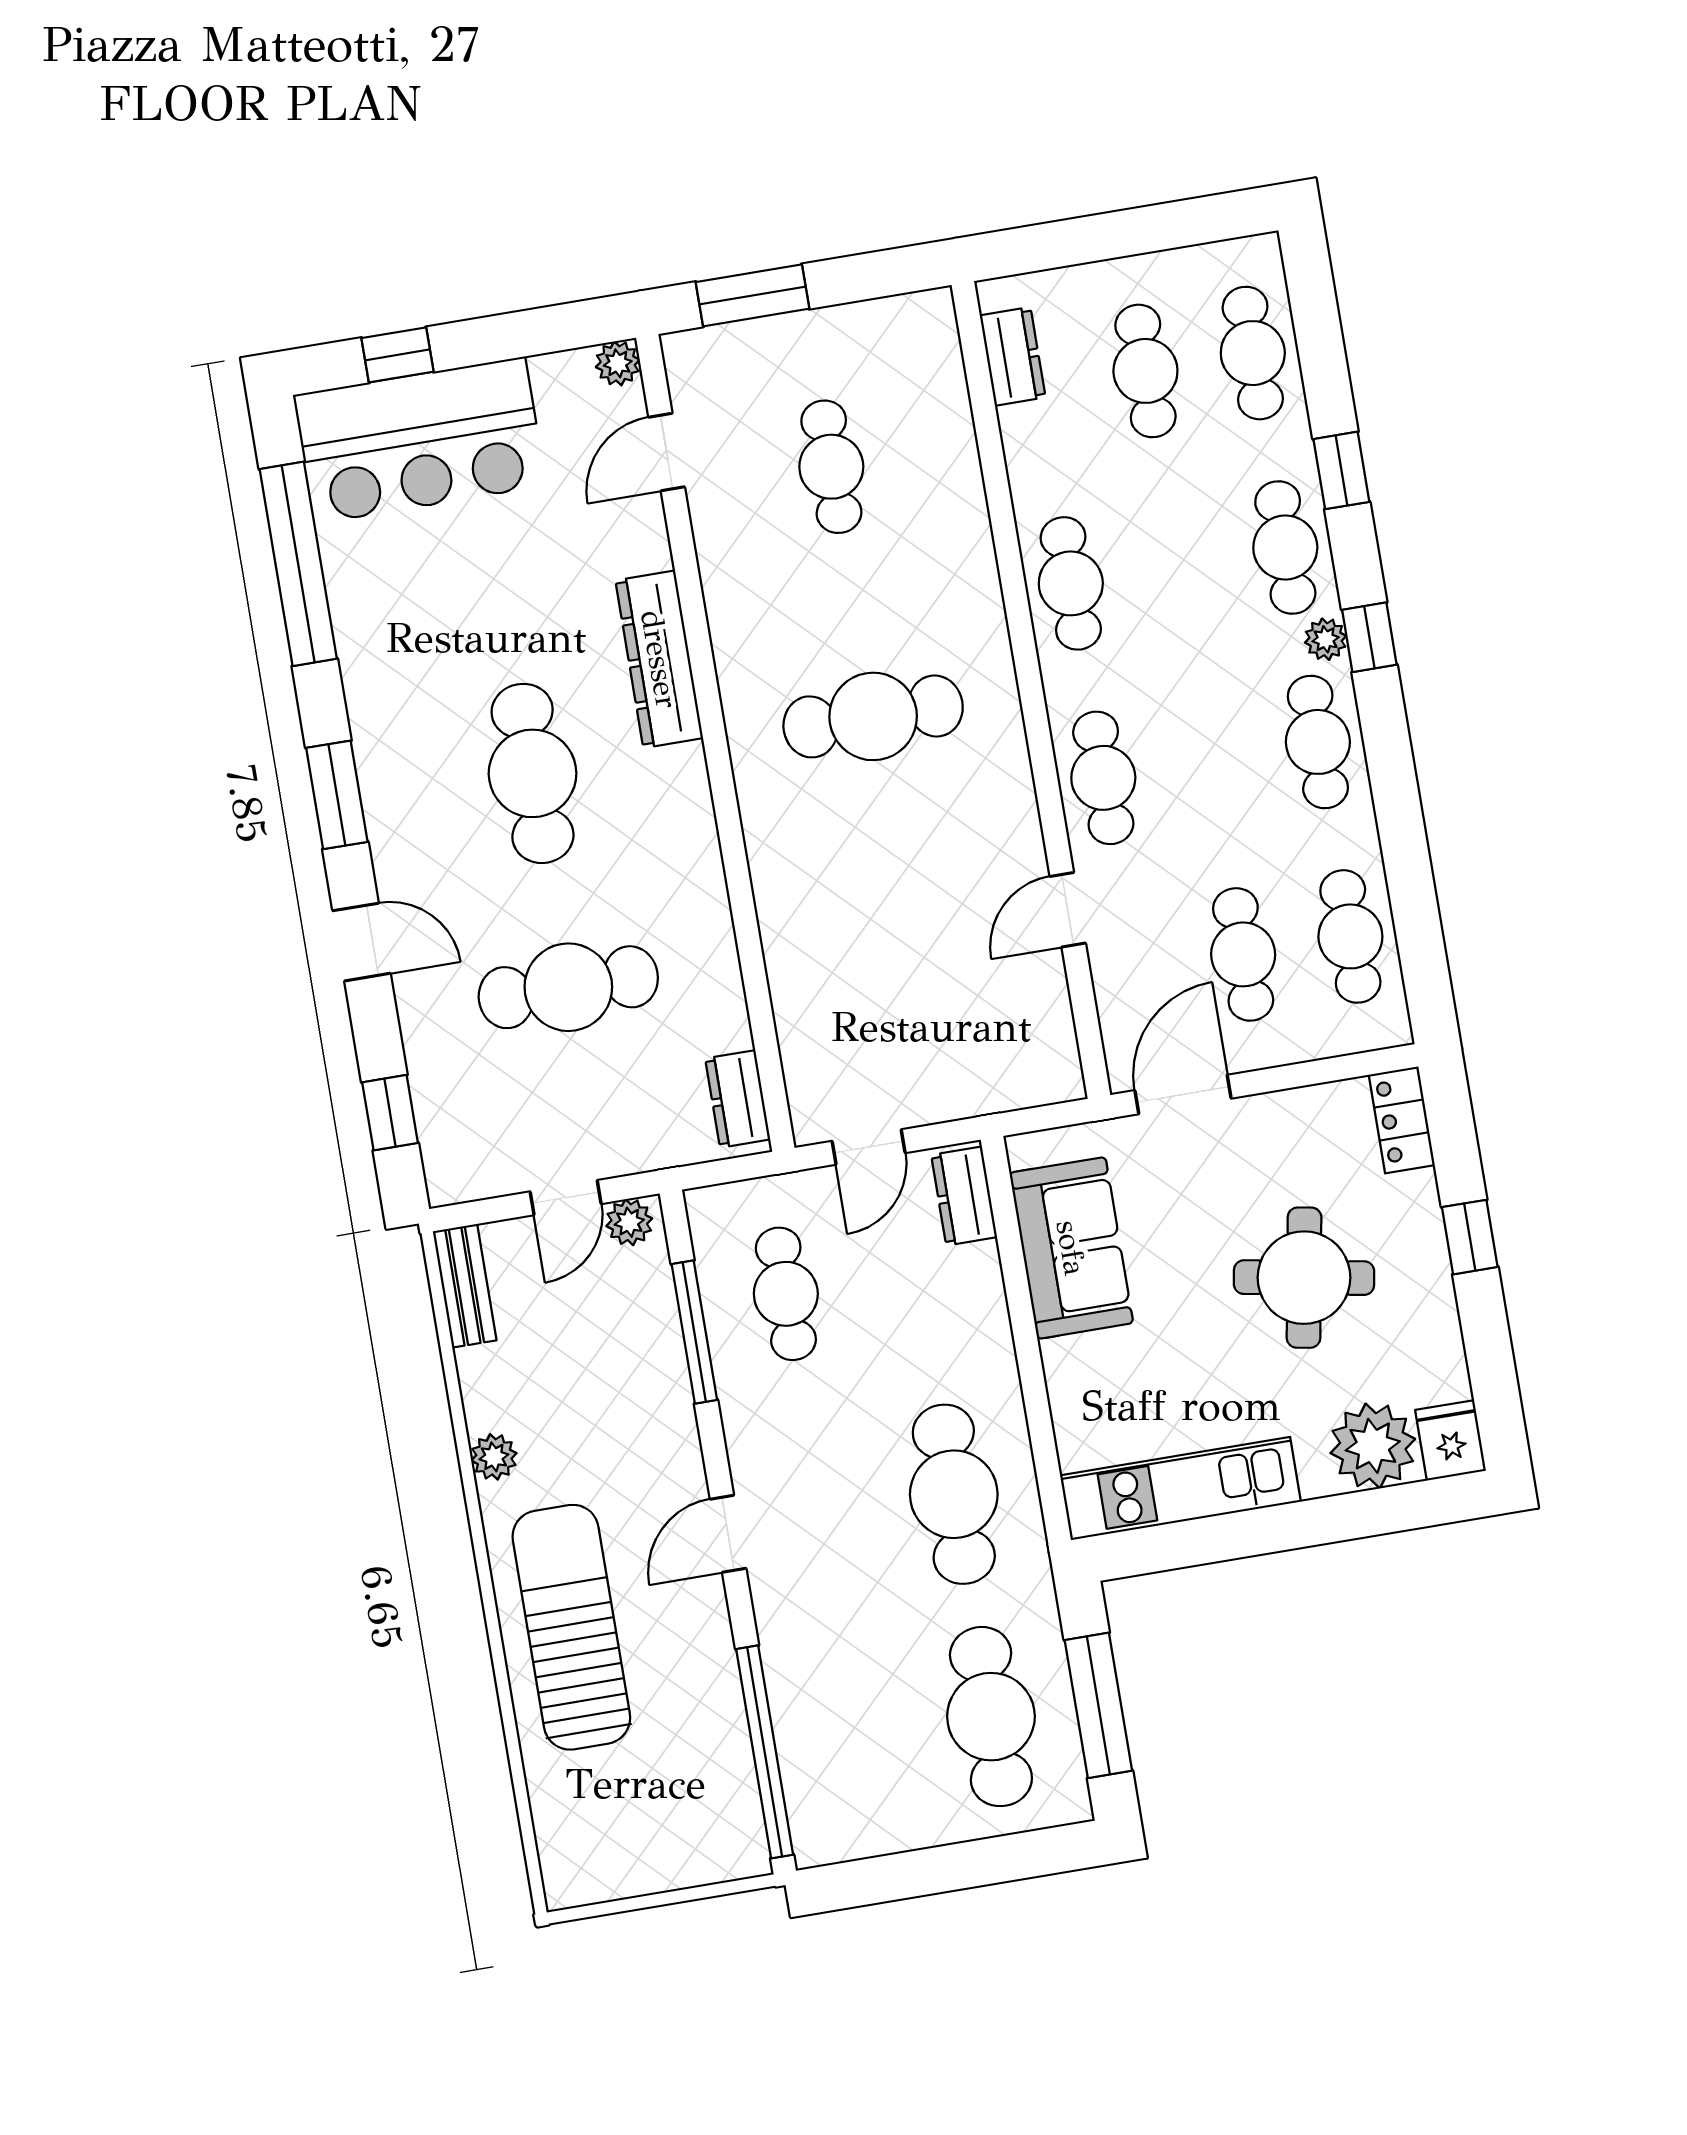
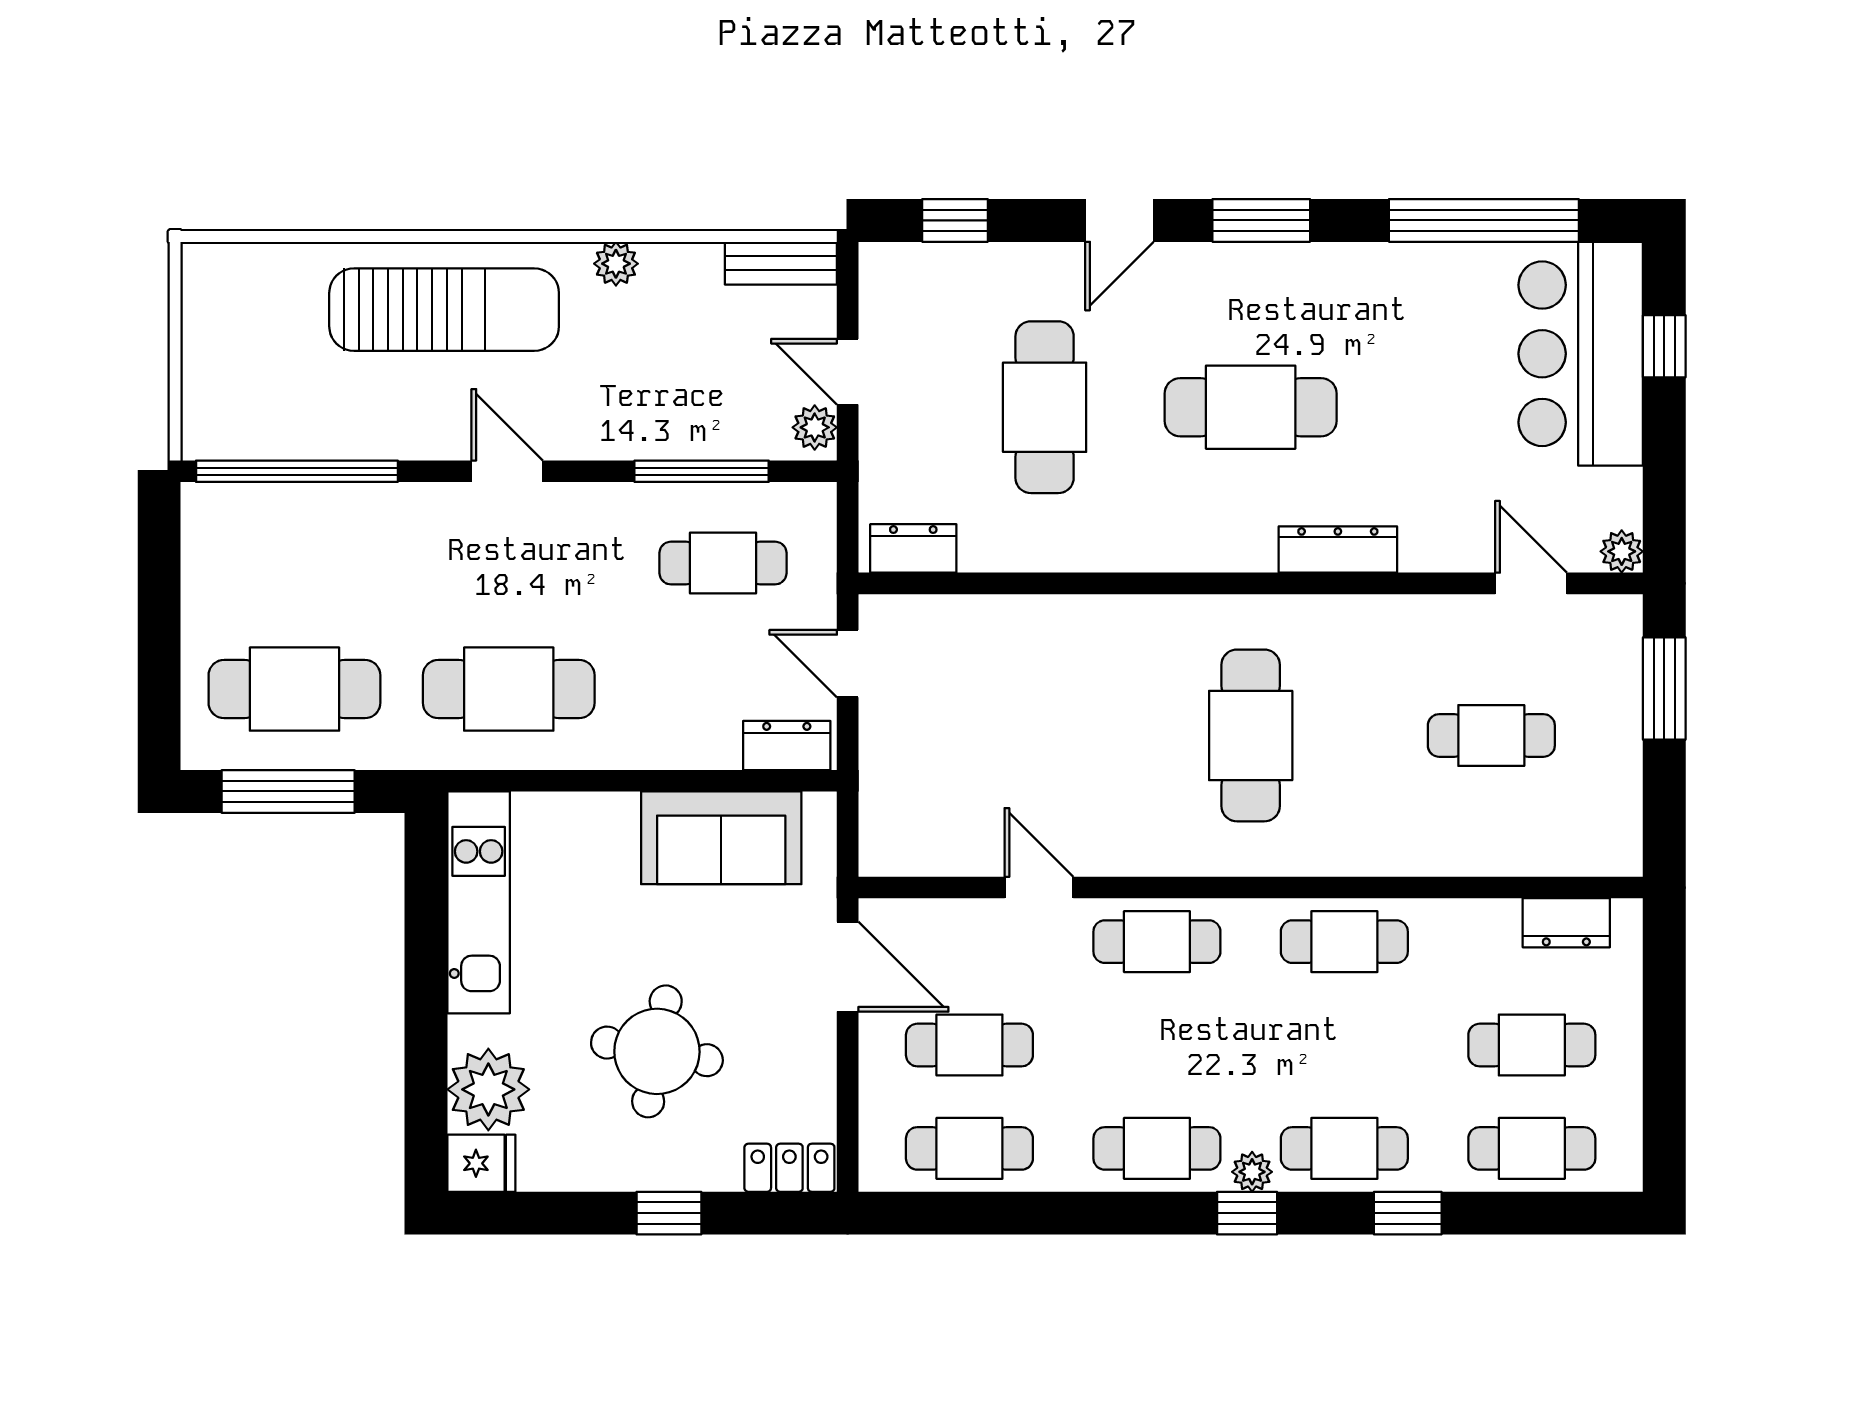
dresser: (659, 659) -> (1338, 549), width x0.73, depth x0.80

